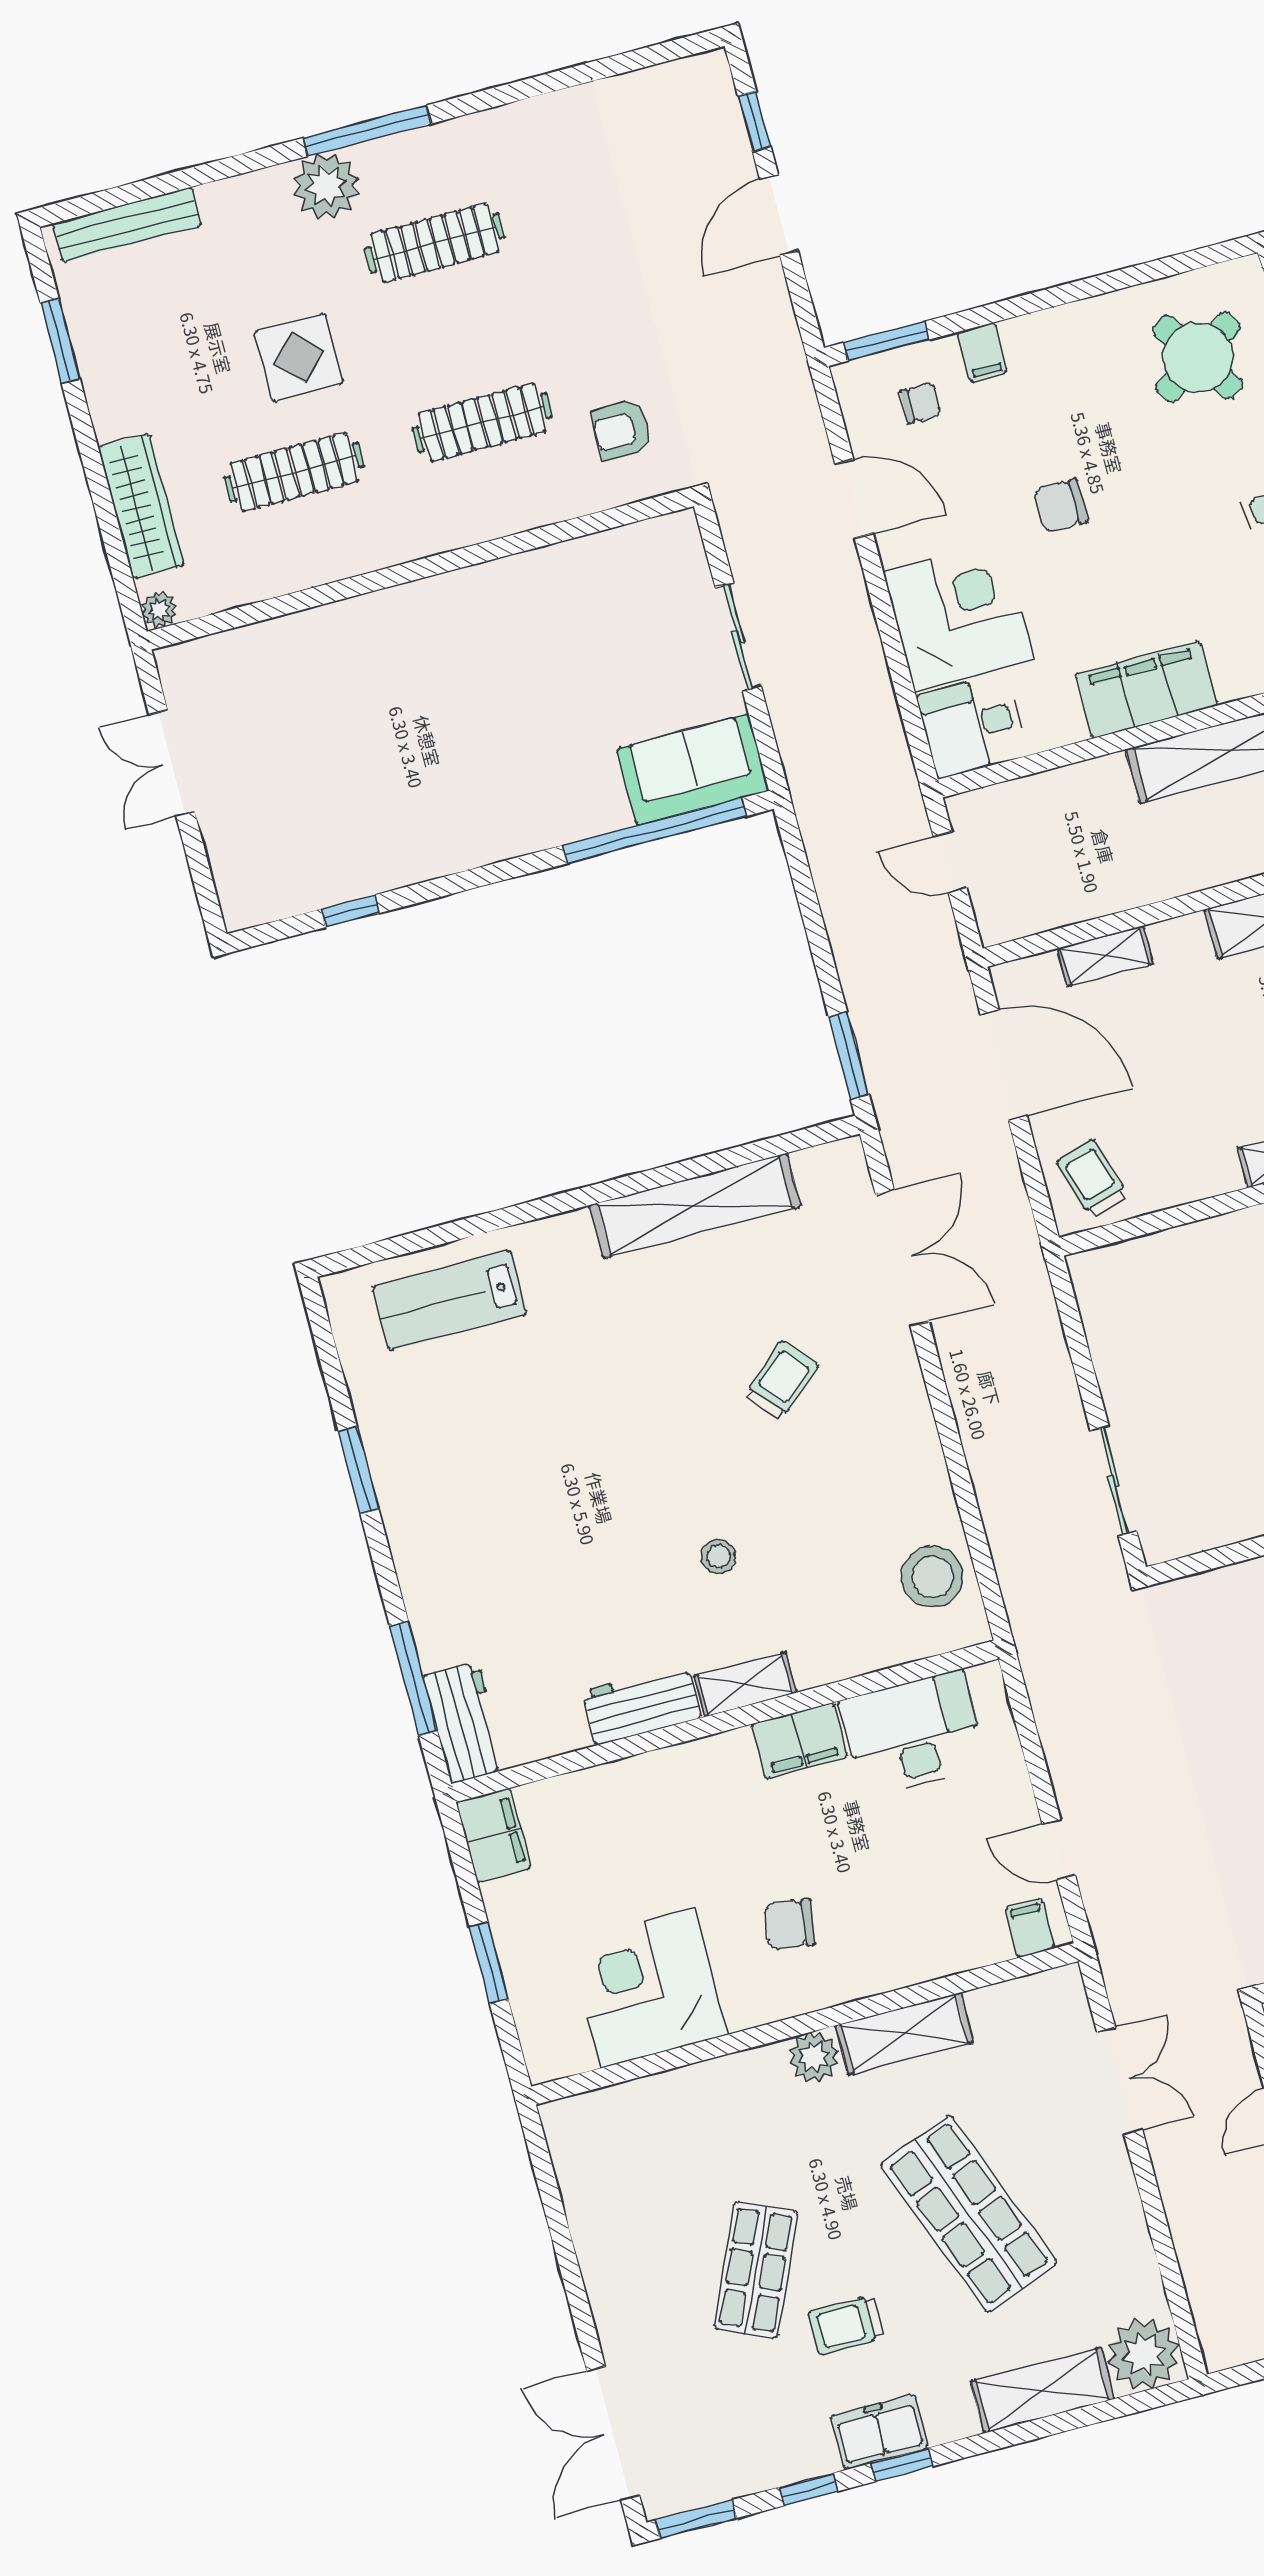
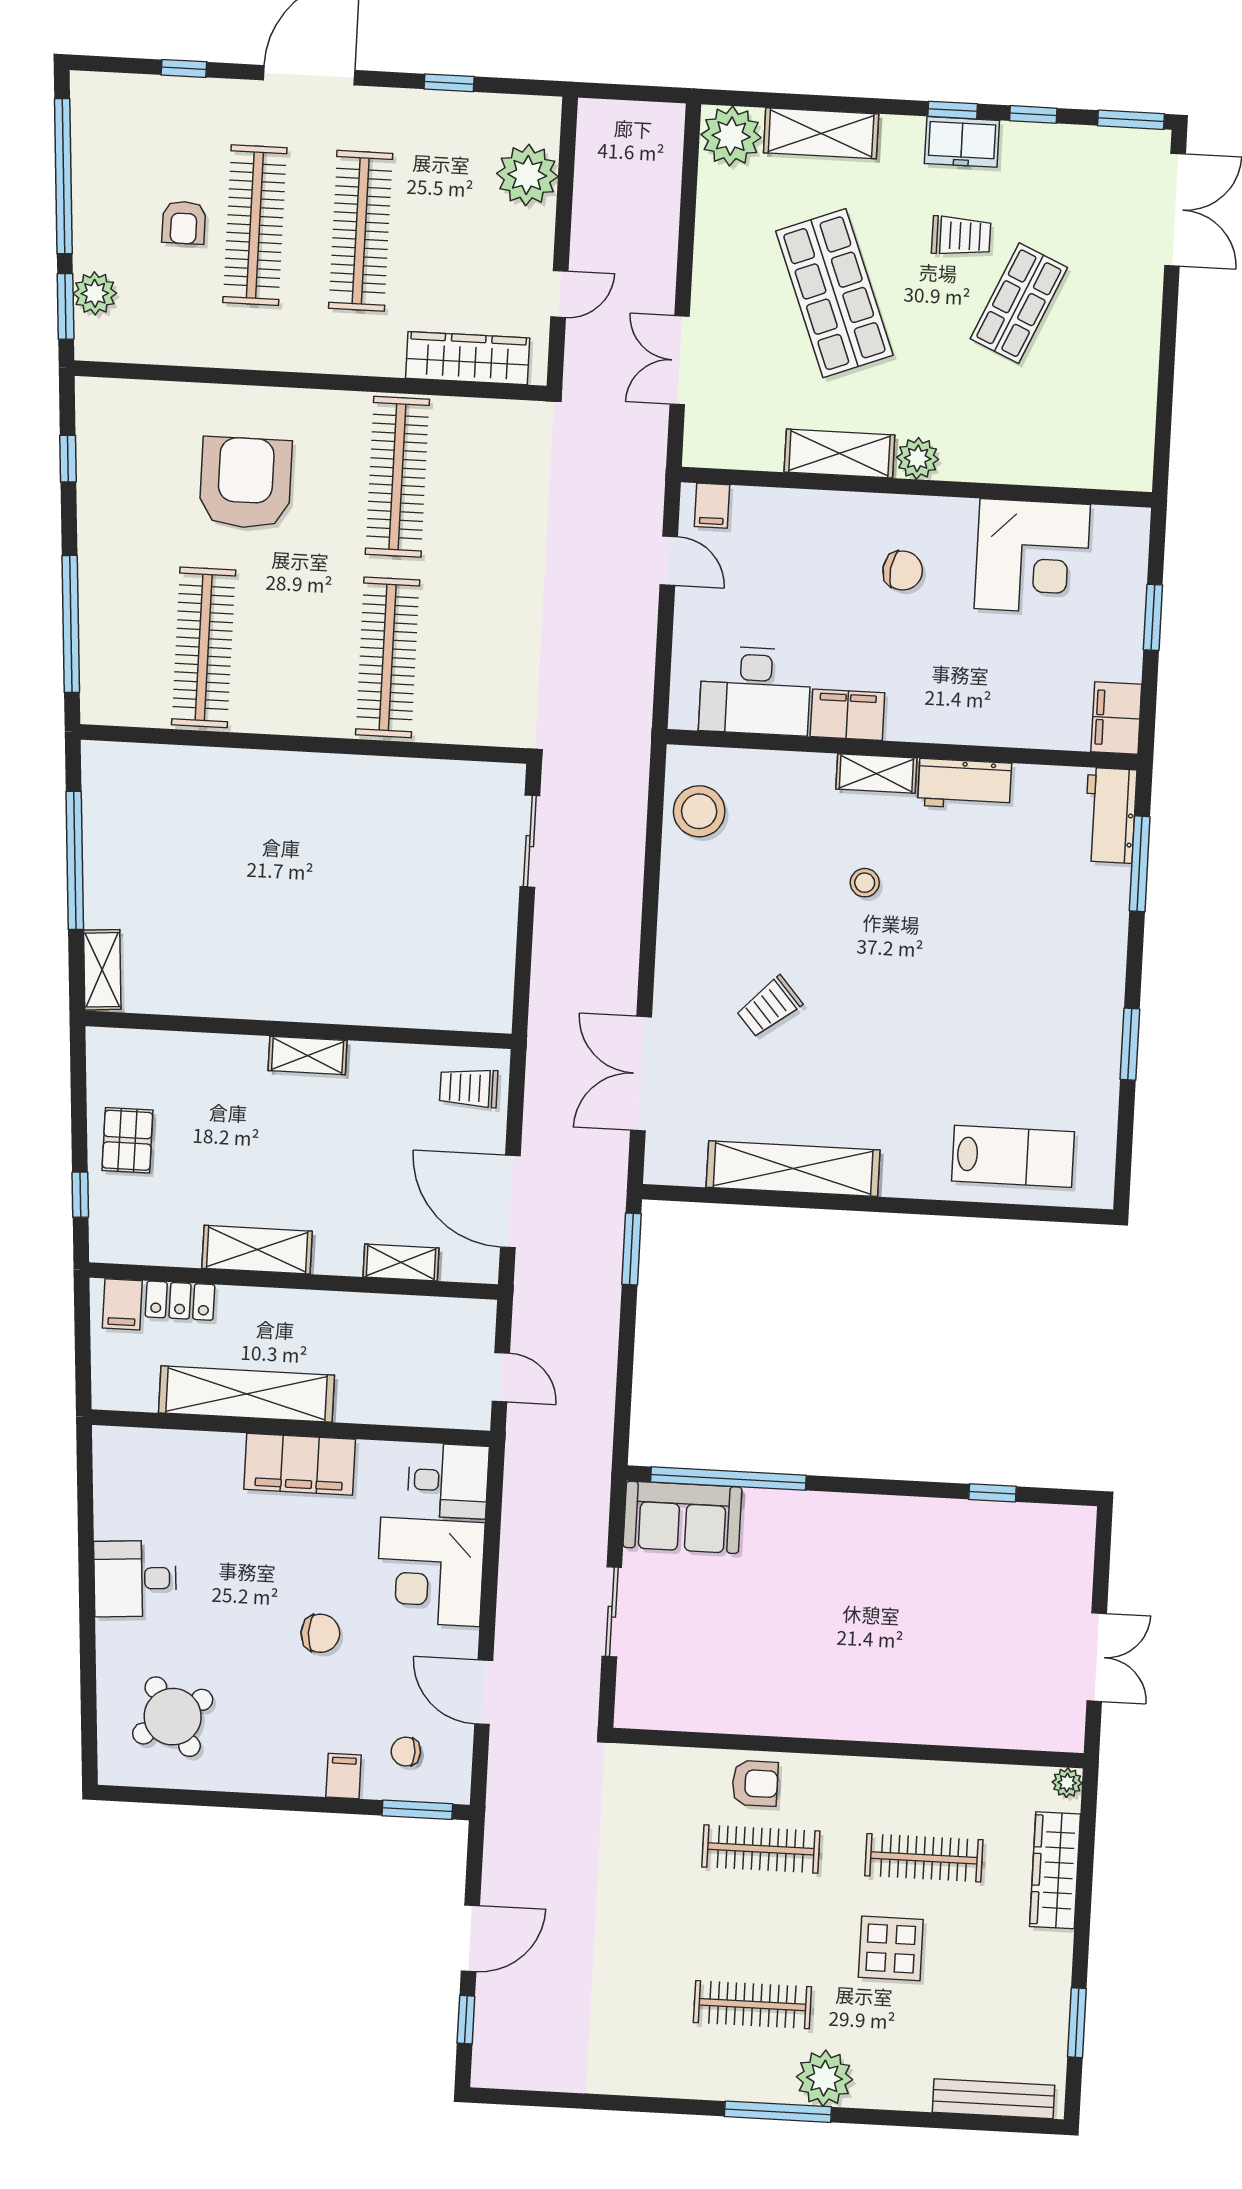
armchair: (622, 430) -> (755, 1783), moved
trolley: (1092, 1179) -> (469, 1088), turned 107

